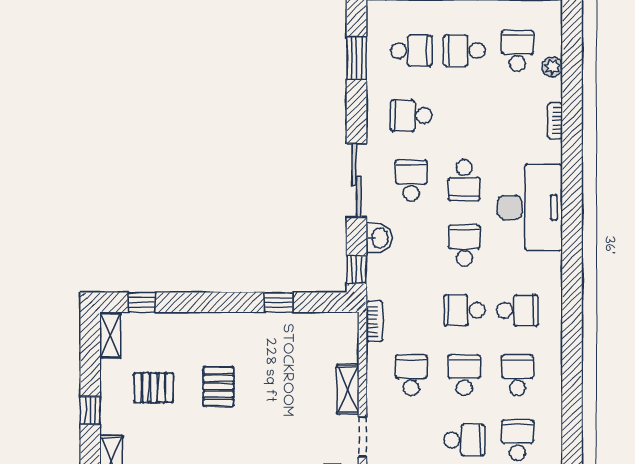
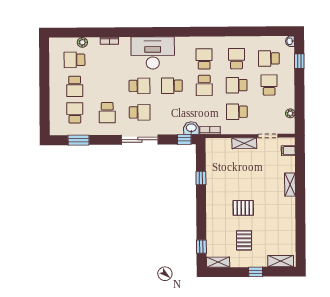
school desk: (411, 180) -> (140, 112), turned 180
washbasin: (379, 238) -> (191, 128), moved
school desk: (517, 375) -> (236, 59), turned 90

